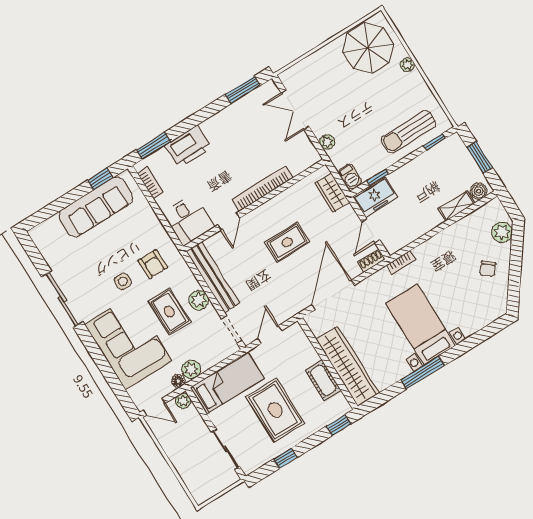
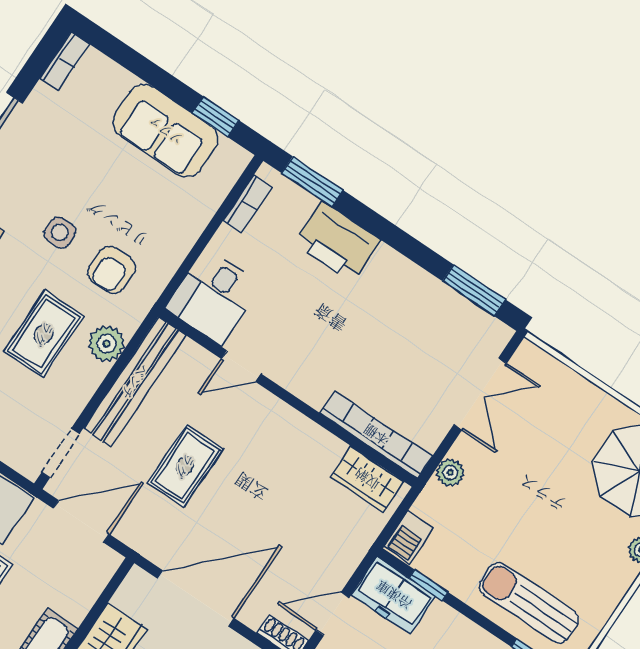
double door: (295, 110) -> (480, 394), swing flipped
bookcase: (262, 189) -> (376, 435), moved
wardrobe: (332, 193) -> (367, 479), moved, turned -90
sofa: (96, 207) -> (165, 131), width x0.73
bookcase: (39, 241) -> (65, 61), added
rug: (287, 242) -> (185, 466), moved, turned 90
plant: (199, 300) -> (107, 344), moved
door: (270, 334) -> (81, 521), width x1.38

